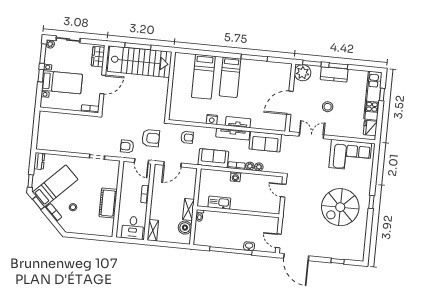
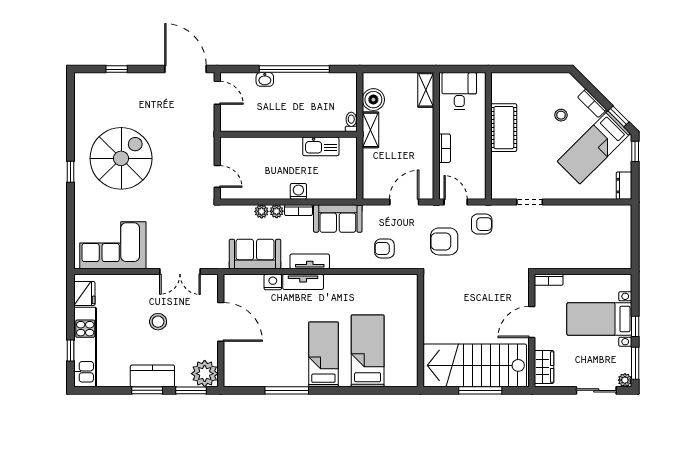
door: (290, 103) -> (221, 322), hinge flipped
nightstand: (212, 119) -> (273, 282), moved
tv unit: (233, 134) -> (310, 261), width x0.71

